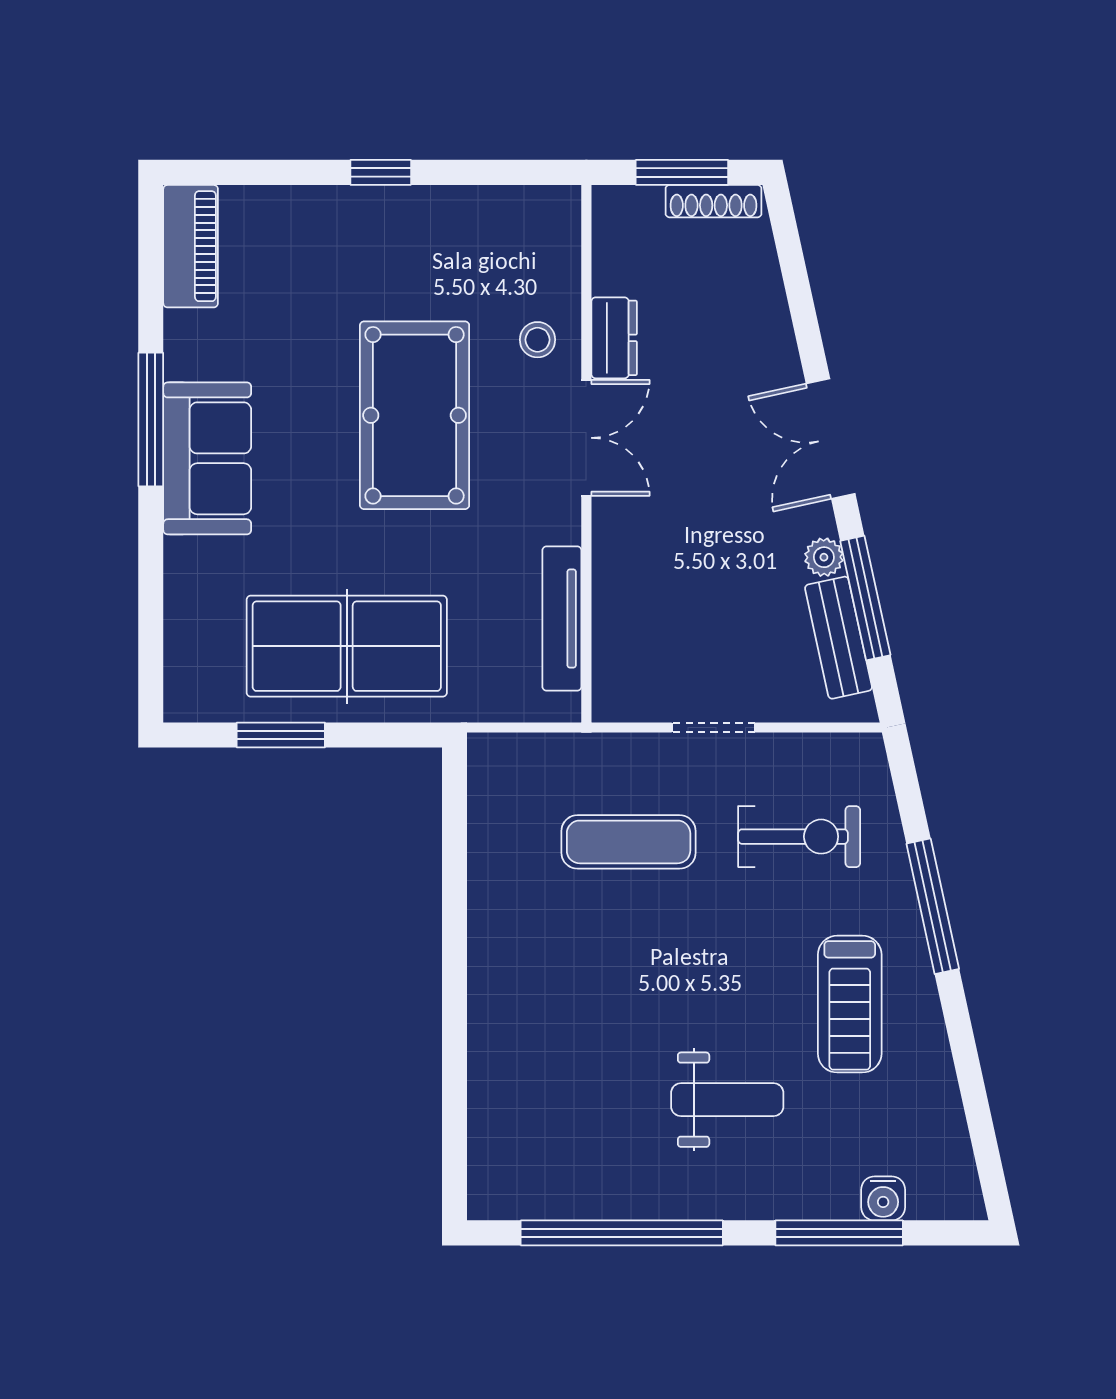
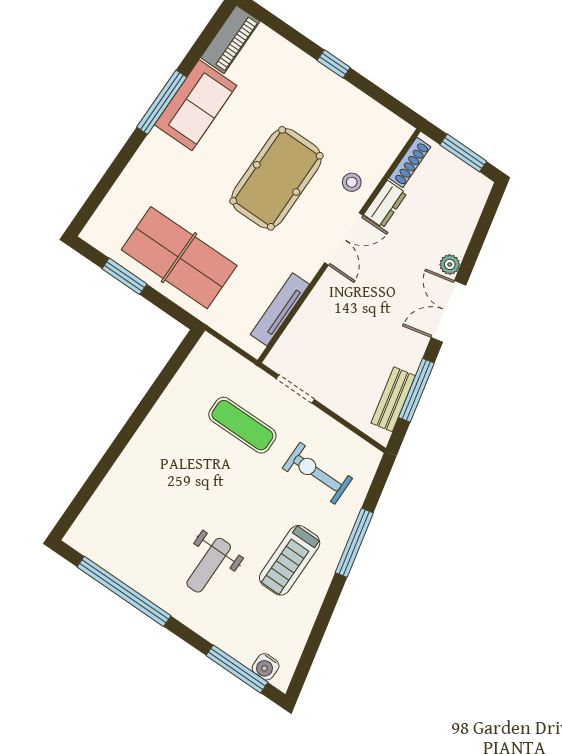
shoe rack: (713, 201) -> (410, 162), moved, turned -90
sofa: (207, 458) -> (196, 105), moved
plant: (824, 557) -> (450, 264), moved
doorway: (713, 728) -> (295, 389), moved
exercise bike: (799, 837) -> (317, 473), turned 180
weight bench: (727, 1100) -> (209, 565), turned 90
water cooler: (883, 1198) -> (266, 667), moved
window: (839, 1233) -> (237, 669), moved

